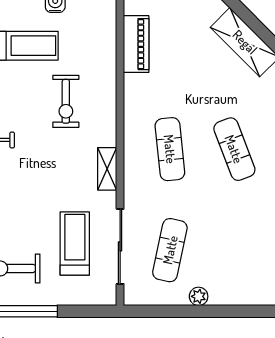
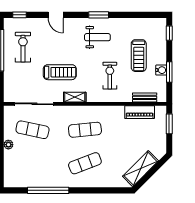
bench: (108, 34) -> (145, 97), added
exercise bike: (66, 101) -> (110, 76), turned 90
treadmill: (75, 244) -> (60, 72), moved

